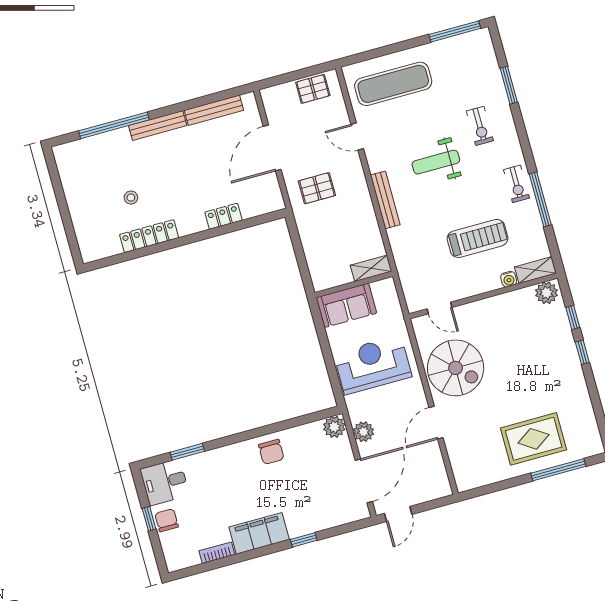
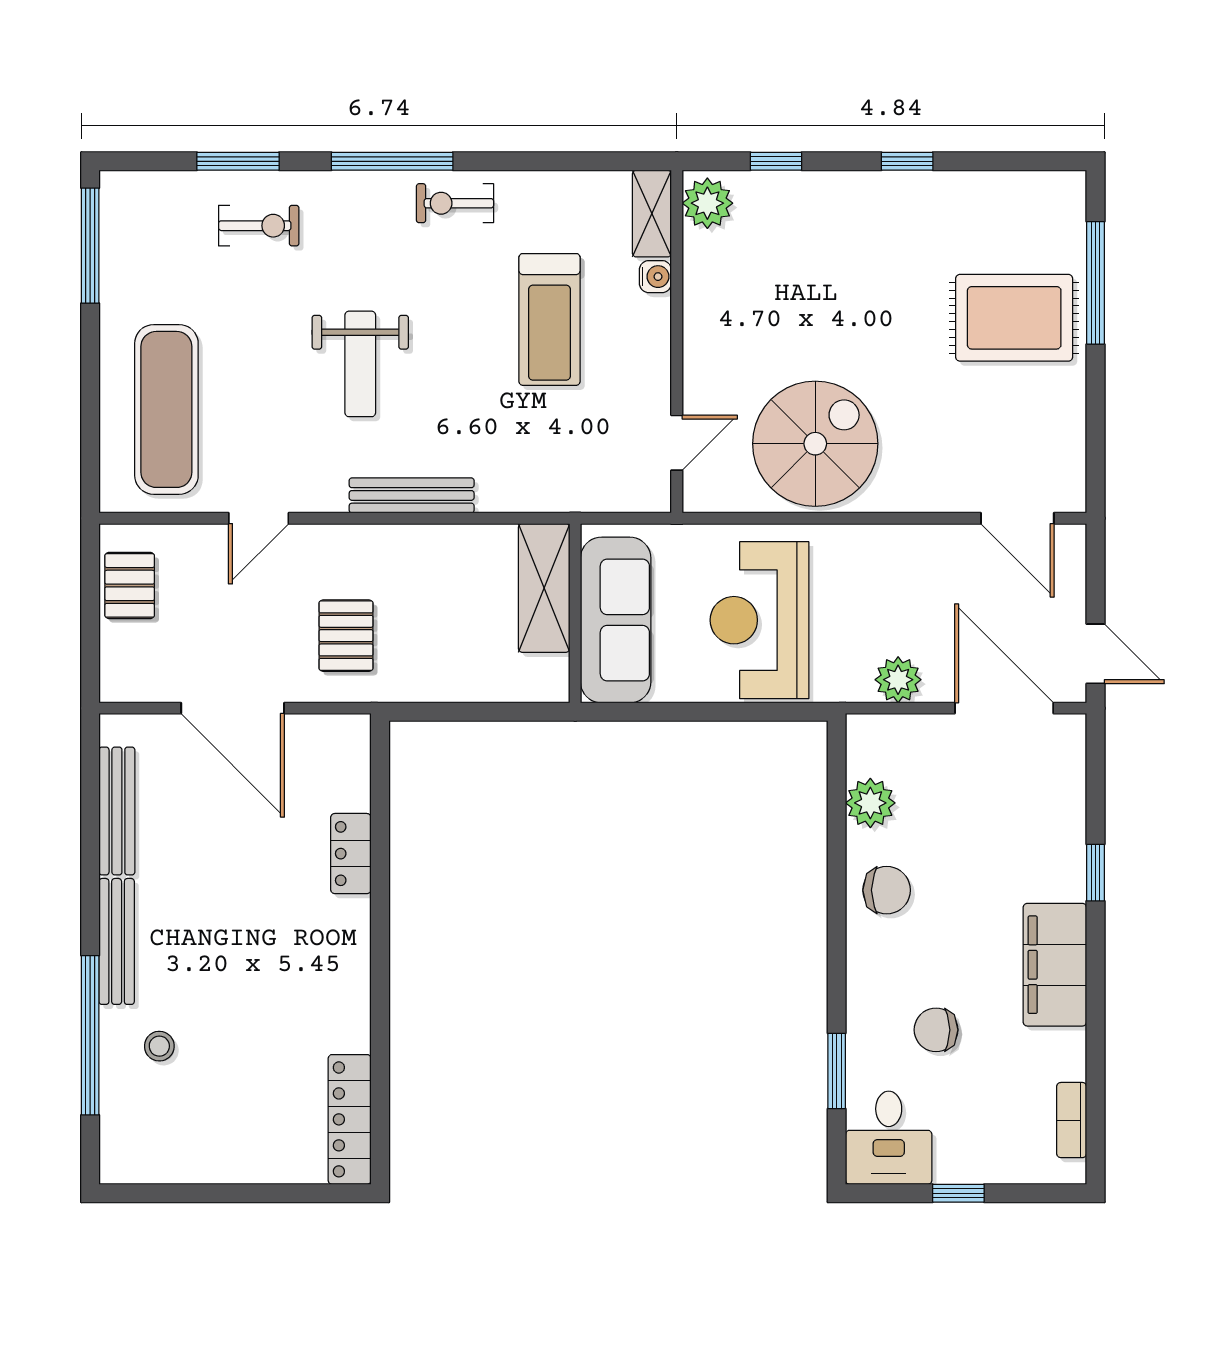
exercise bike: (480, 126) -> (259, 226), moved
exercise bike: (516, 184) -> (455, 203), turned 180
stool: (131, 198) -> (159, 1046), moved
window: (540, 199) -> (392, 161), moved
locker: (149, 236) -> (350, 1119), moved
treadmill: (478, 238) -> (549, 319), turned 180
shelving: (371, 268) -> (544, 588), width x1.50, depth x1.33
sofa: (346, 305) -> (616, 620), width x1.36
window: (582, 352) -> (907, 161), moved
door: (436, 423) -> (1017, 518), moved
plant: (334, 427) -> (870, 803), moved
rug: (534, 439) -> (1014, 318), turned 90
chair: (167, 520) -> (936, 1030), moved
bookcase: (217, 553) -> (1072, 1120), moved

